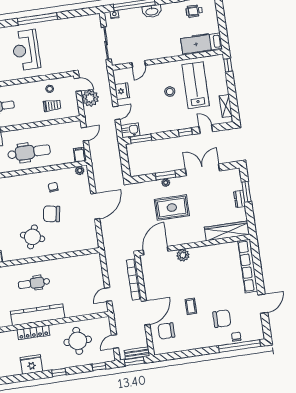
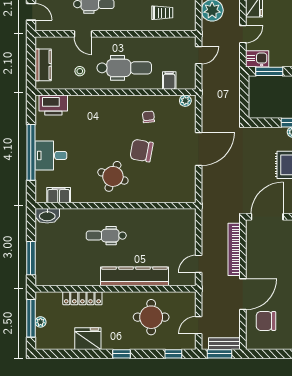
filing cabinet: (79, 155) -> (169, 80), moved
kitchen counter: (38, 315) -> (135, 276), moved
locker: (33, 332) -> (82, 298), moved

